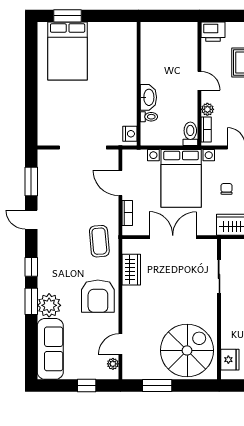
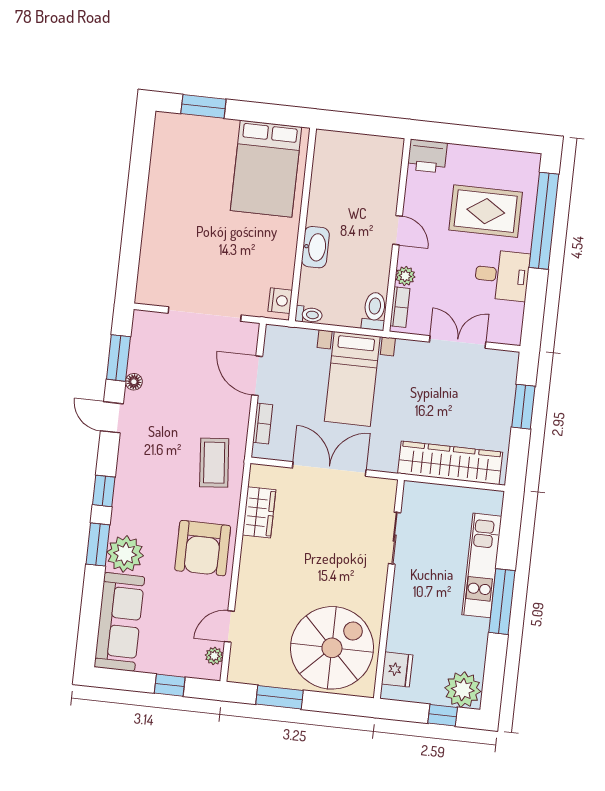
bed: (68, 51) -> (266, 169), moved
toilet: (149, 117) -> (309, 315), moved
bed with nightstands: (181, 178) -> (352, 379), width x0.73
chair: (227, 189) -> (421, 403), removed
floor lamp: (43, 195) -> (134, 382), added

